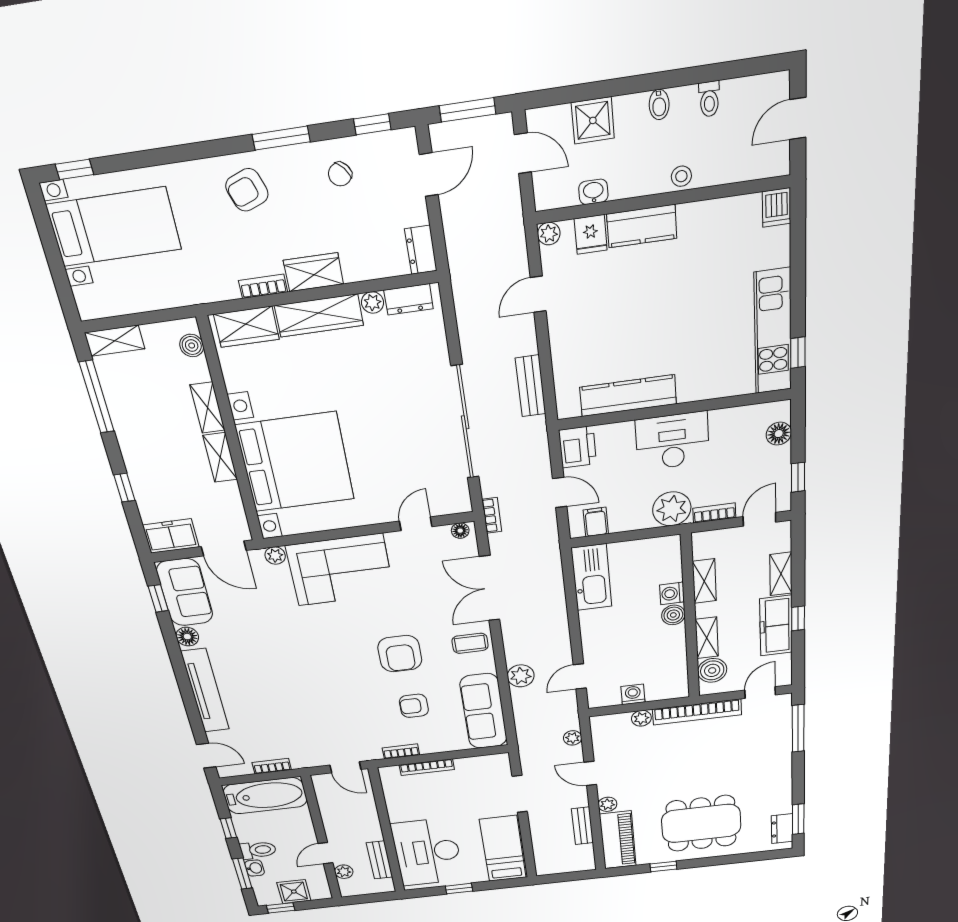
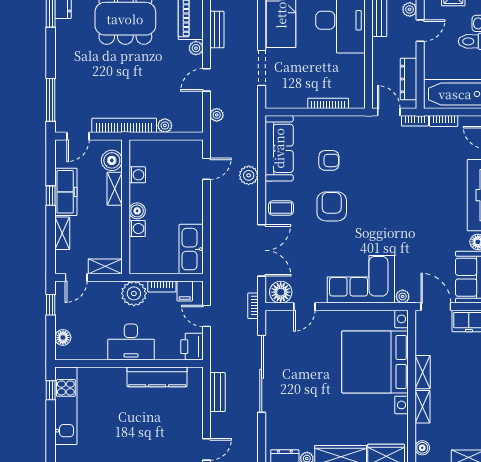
bookcase: (714, 513) -> (162, 286), moved
floor lamp: (460, 531) -> (281, 292), width x1.89, depth x1.89
shelving: (704, 581) -> (105, 266), moved, turned 90
washing machine: (633, 694) -> (137, 175), moved, turned -90
bookcase: (401, 751) -> (415, 121), moved
door: (590, 773) -> (207, 80), swing flipped
dresser: (328, 804) -> (409, 79), added

